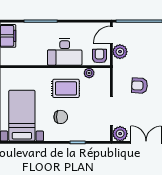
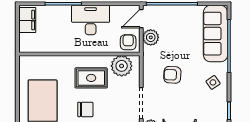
desk: (65, 52) -> (91, 20), moved, turned 180
plant: (89, 73) -> (122, 66), width x1.88, depth x1.88

